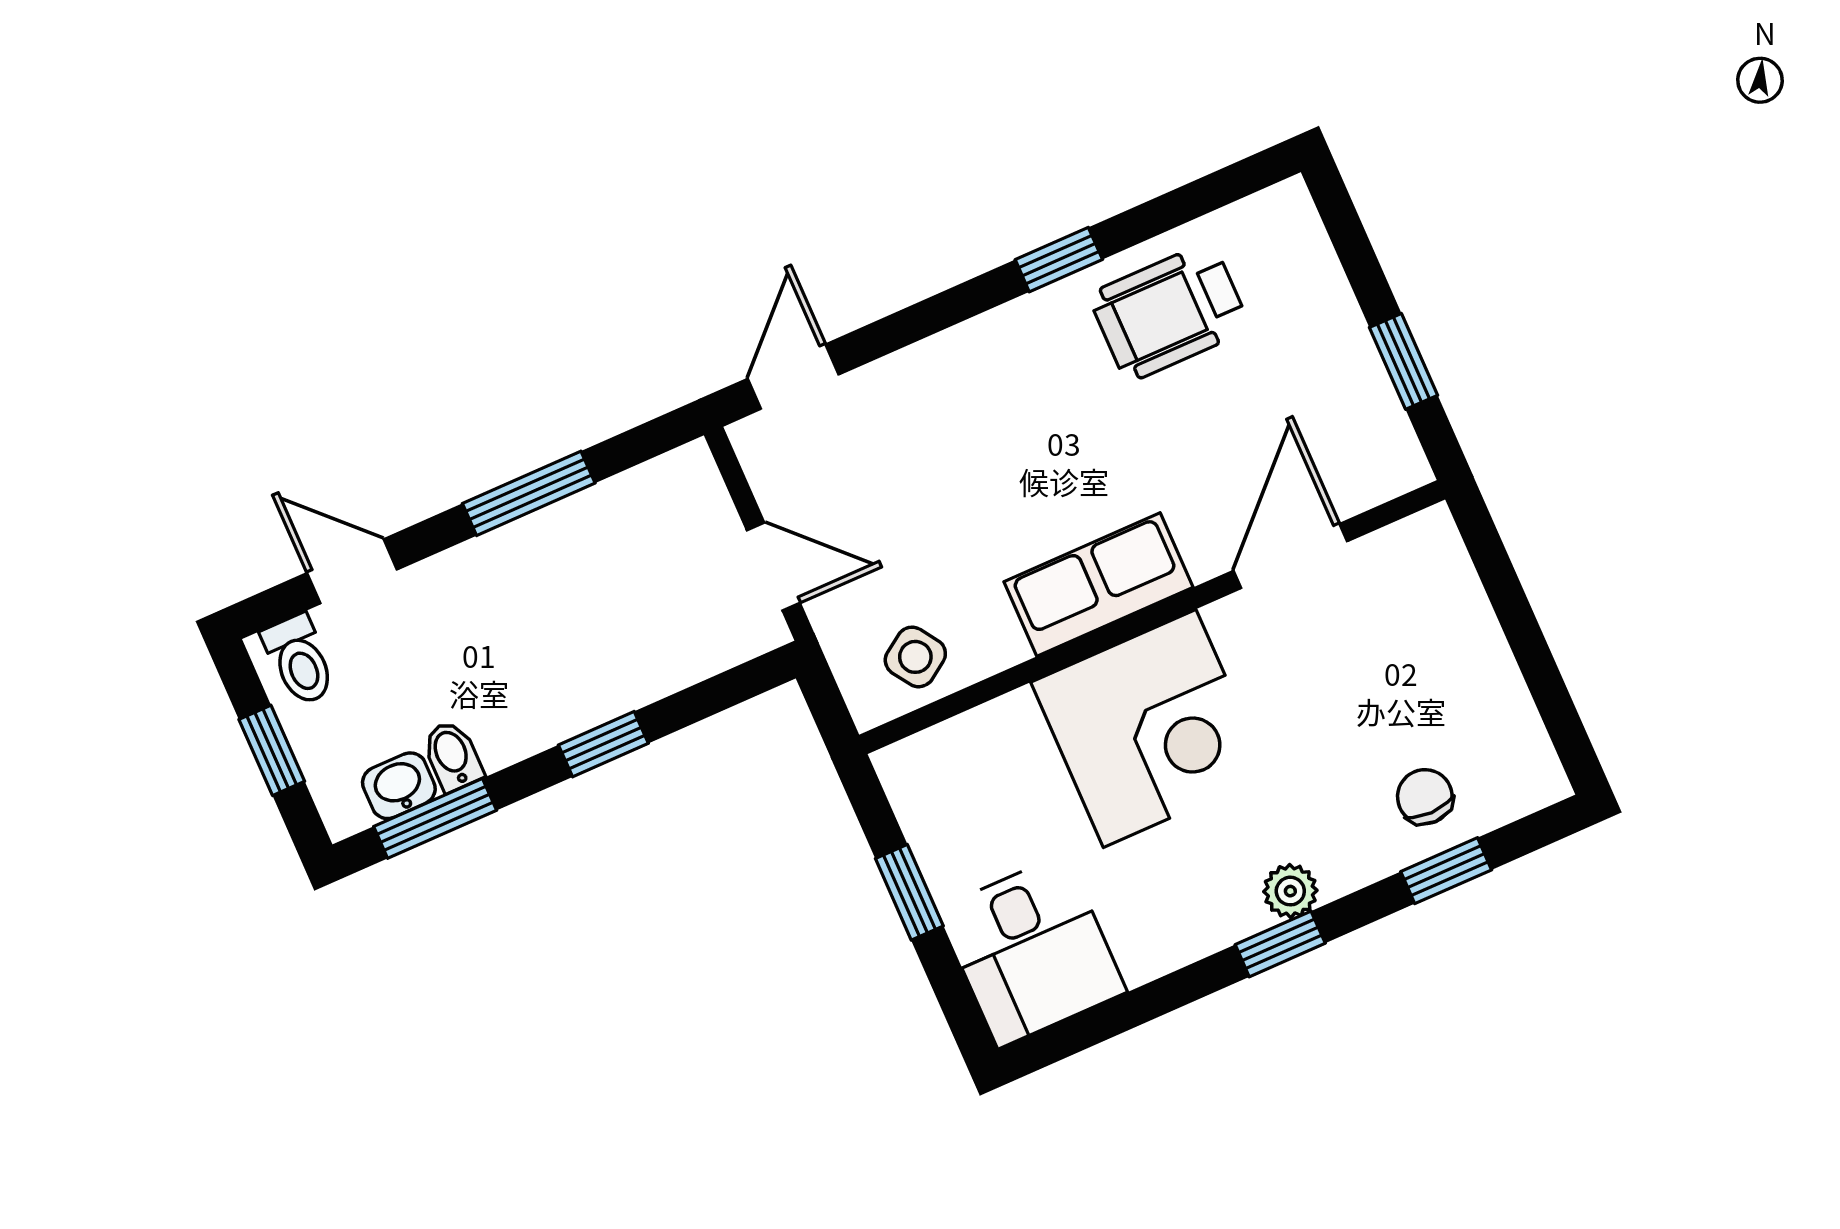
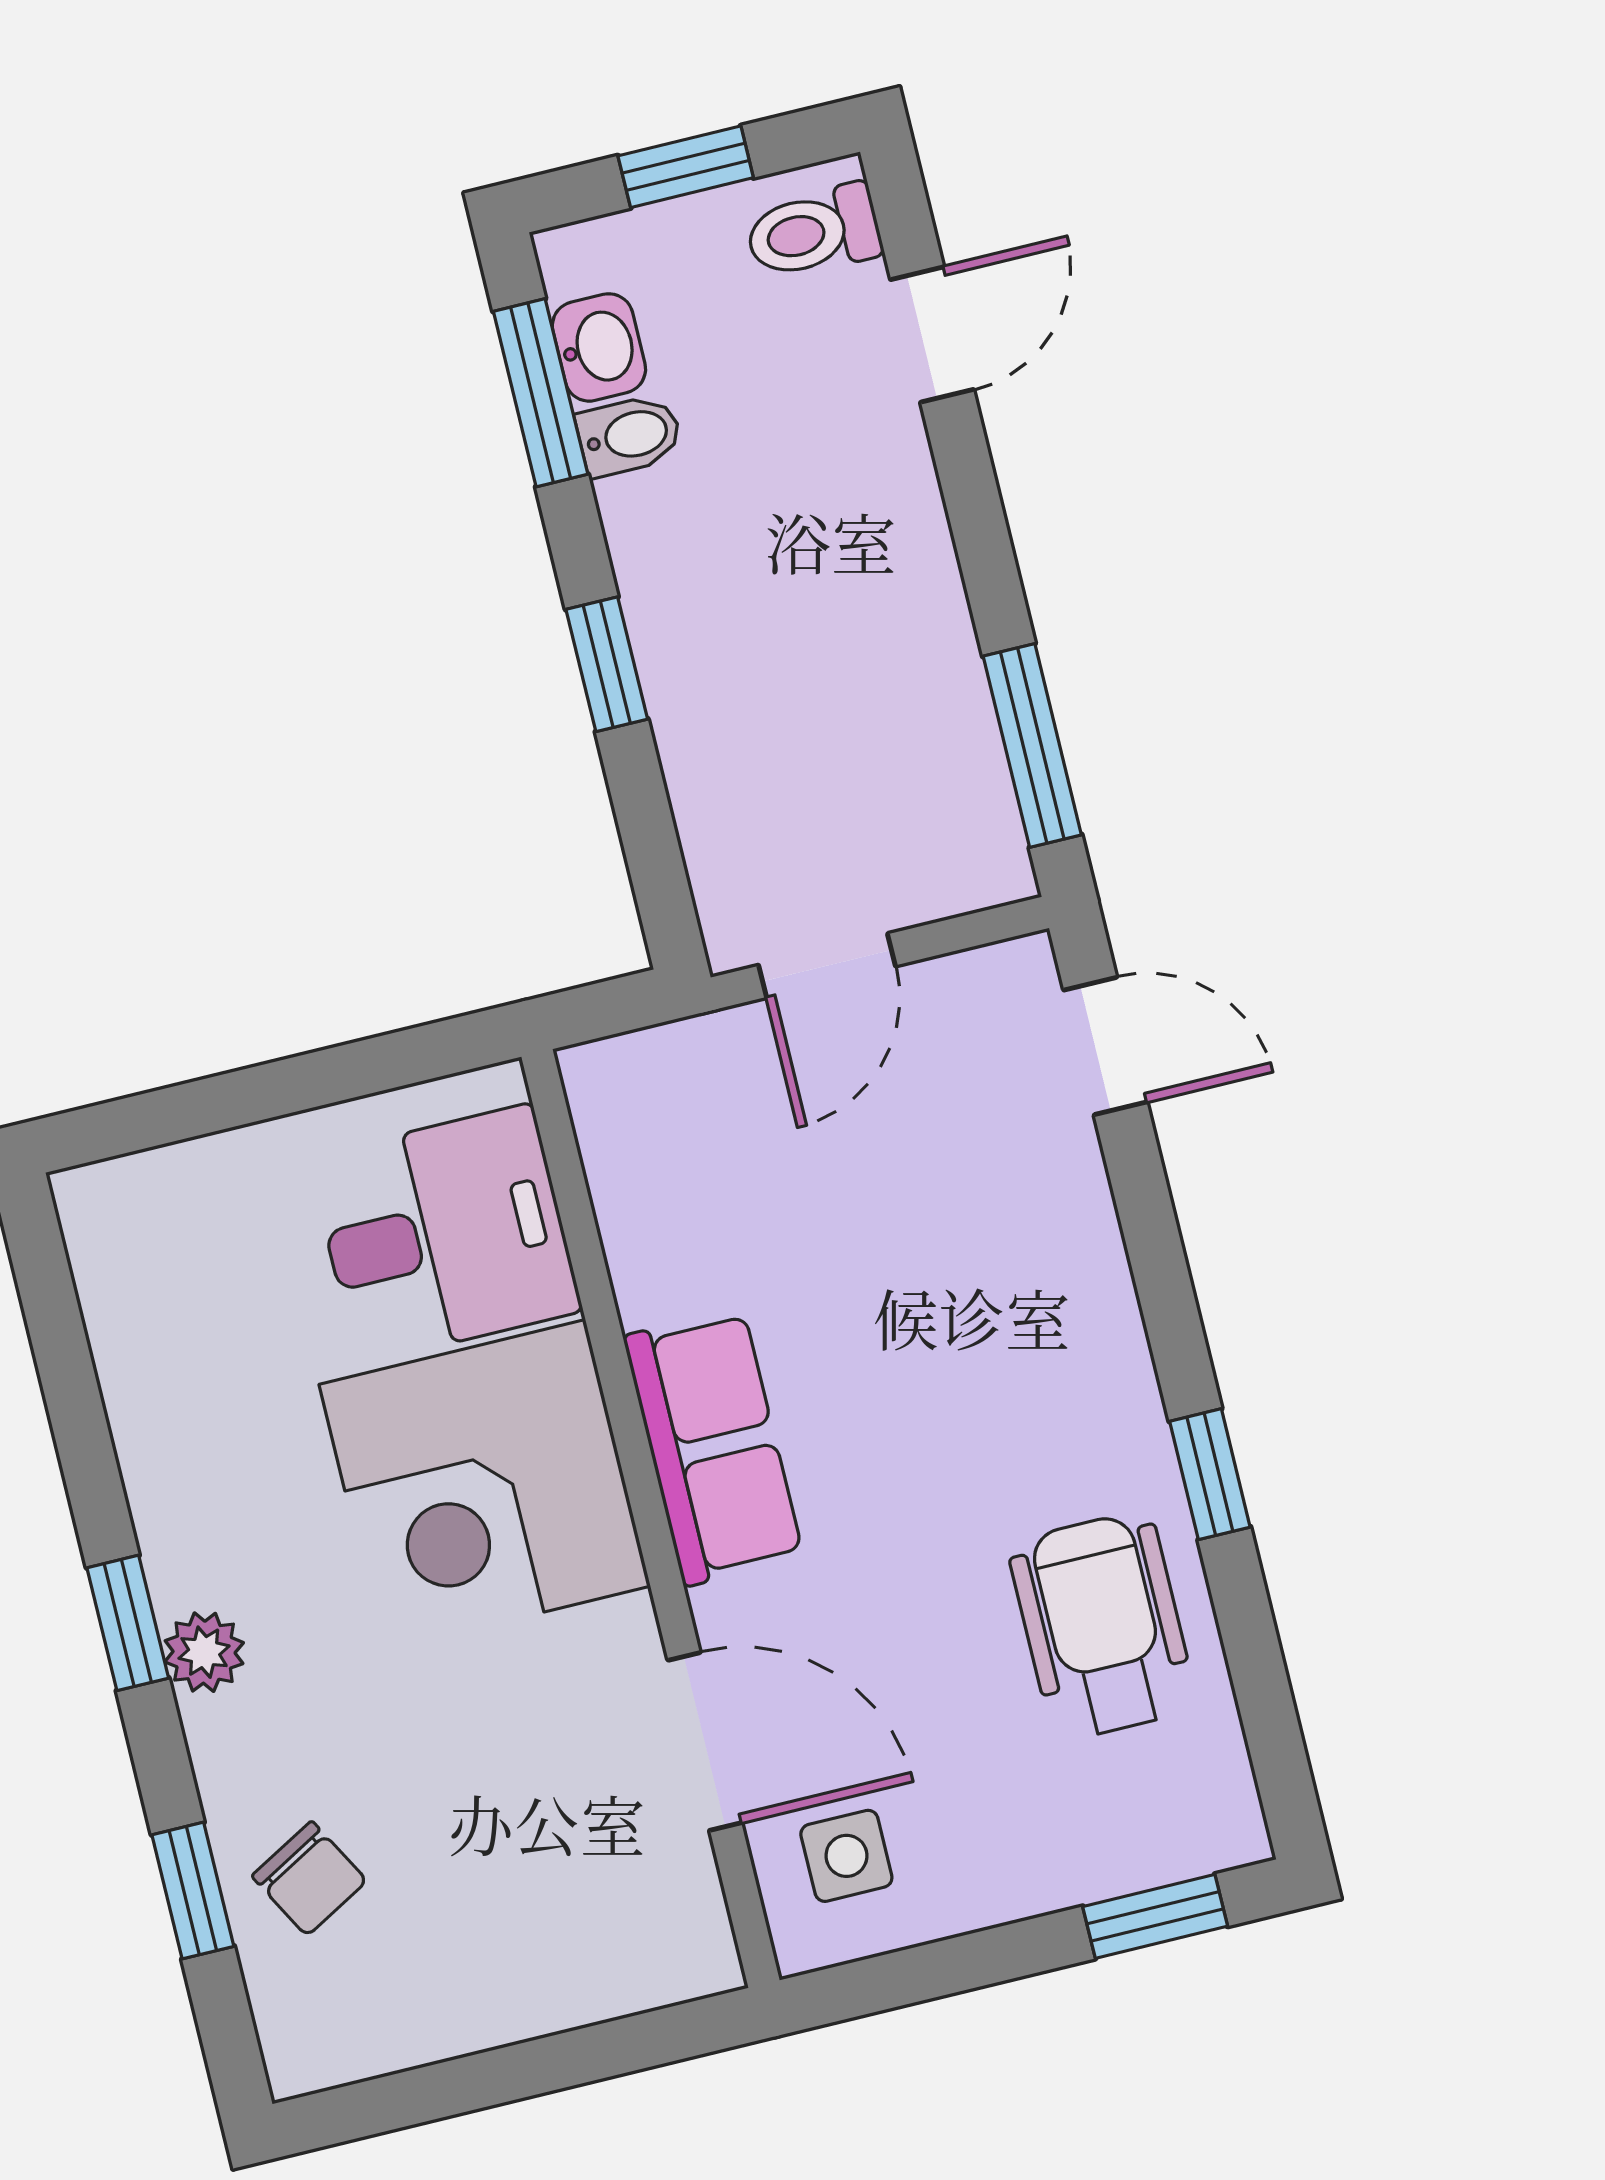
window: (1404, 361) -> (1155, 1916), moved
window: (529, 493) -> (1032, 745), moved
side table: (915, 657) -> (846, 1856), moved, turned 34
chair: (1425, 797) -> (309, 1878), turned 61
window: (909, 892) -> (304, 1082), removed
desk: (1032, 951) -> (445, 1234), moved, turned 180

